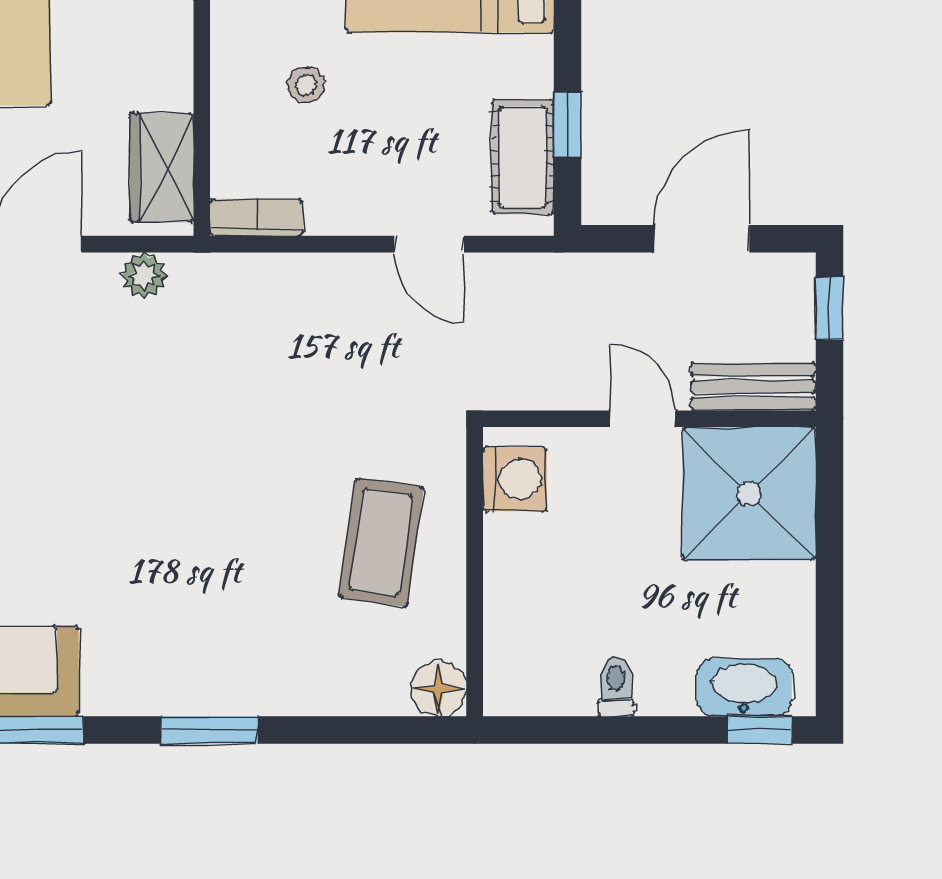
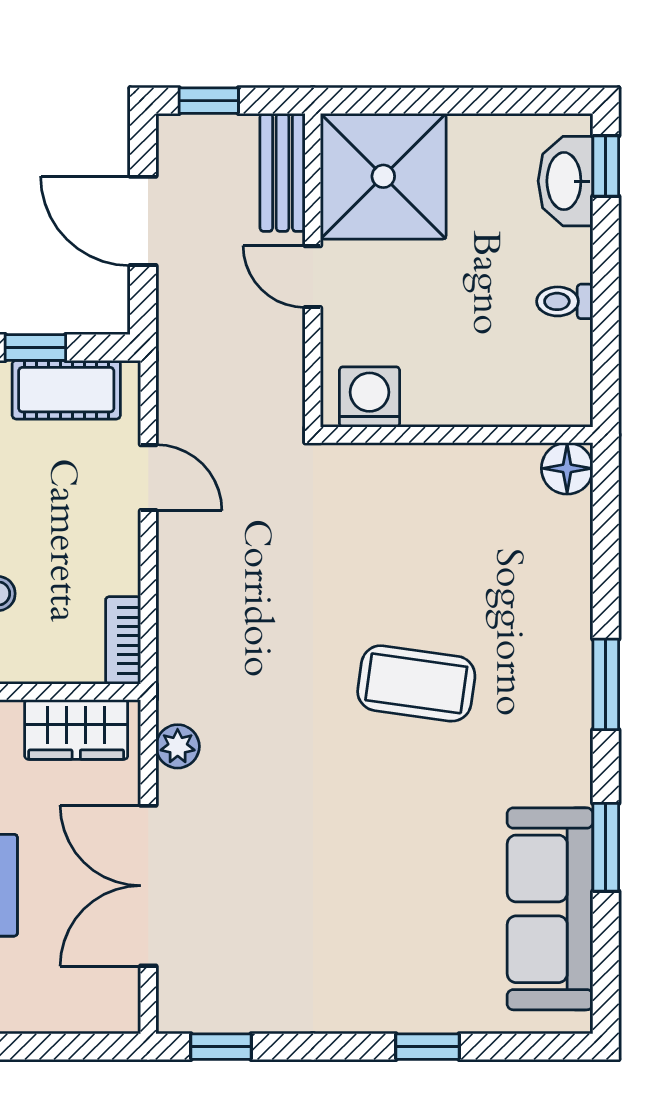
door: (429, 244) -> (148, 478), hinge flipped
door: (643, 419) -> (313, 277), hinge flipped
coffee table: (381, 542) -> (416, 683), moved

